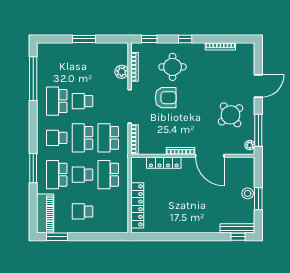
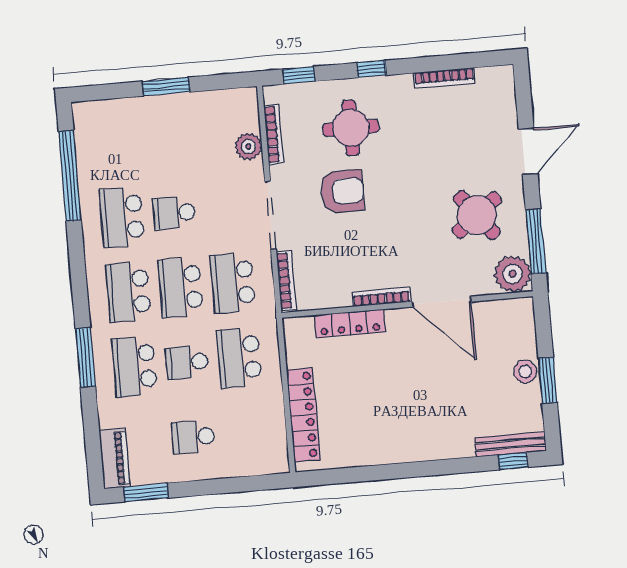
school desk: (57, 138) -> (128, 292), width x1.85
plant: (250, 145) -> (513, 274), width x1.87, depth x1.87
piano: (45, 214) -> (115, 459), width x0.73, depth x0.75

